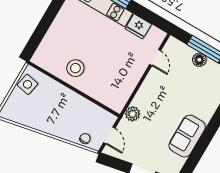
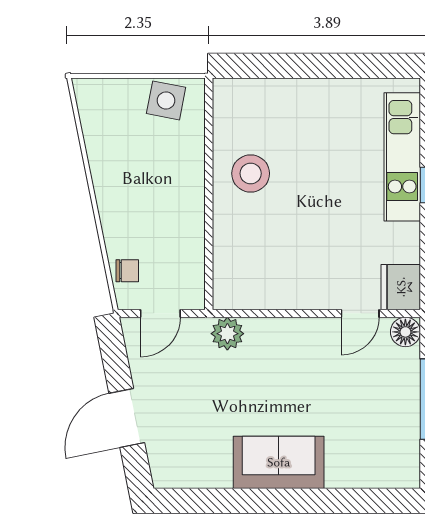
fridge: (138, 26) -> (401, 287), moved
floor lamp: (199, 60) -> (405, 332), moved
sofa: (187, 136) -> (279, 462), moved

